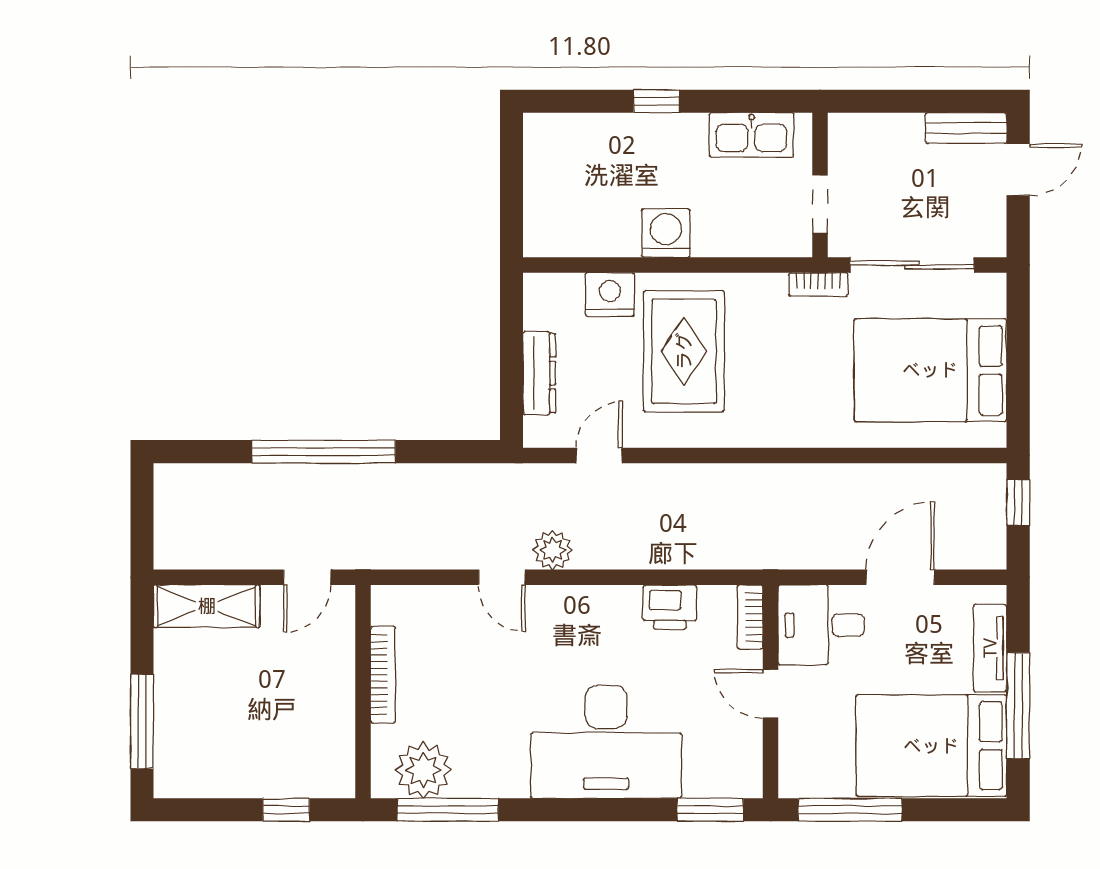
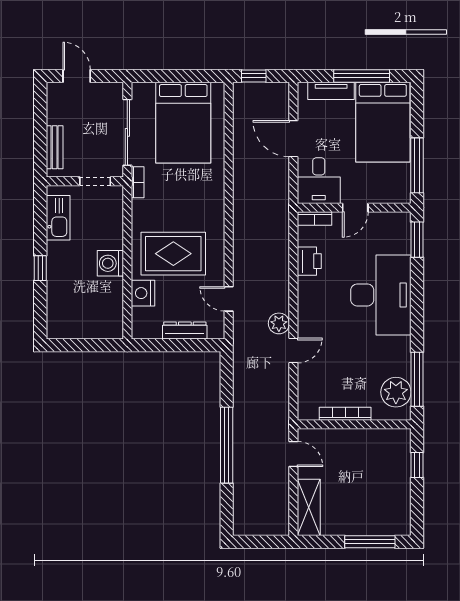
bench: (966, 128) -> (55, 147), moved

